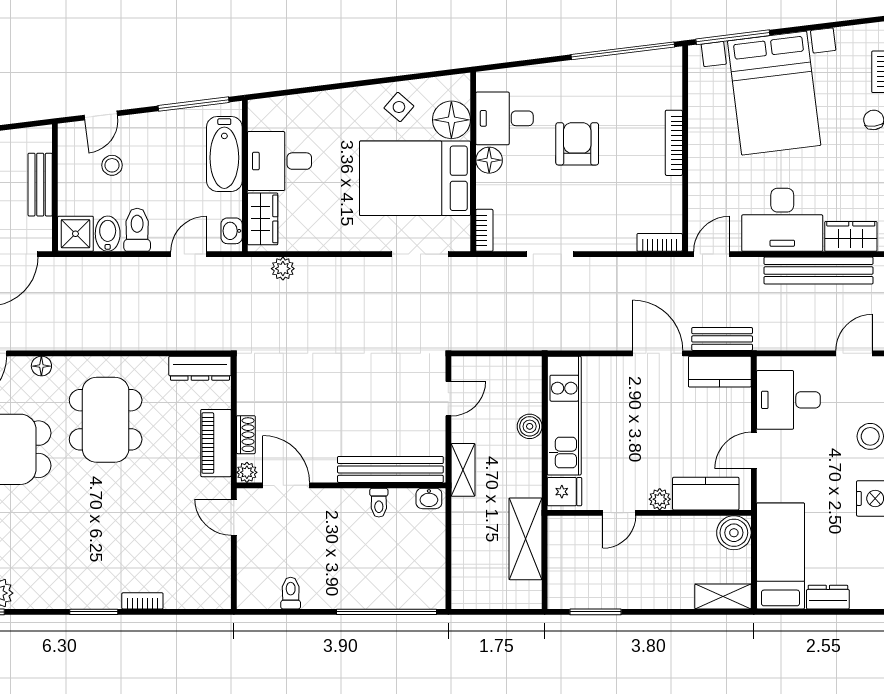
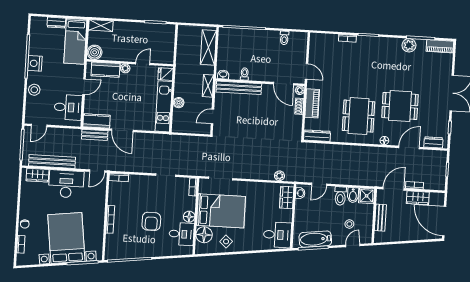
bathtub: (224, 154) -> (315, 239), moved, turned -97
desk: (280, 161) -> (277, 235), moved
shelving: (526, 539) -> (208, 47), moved

